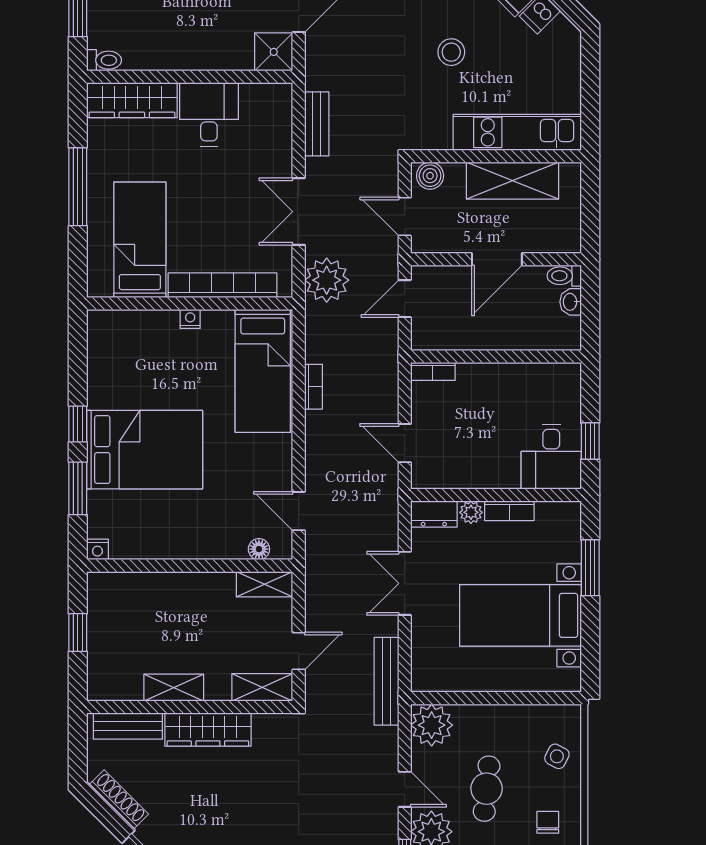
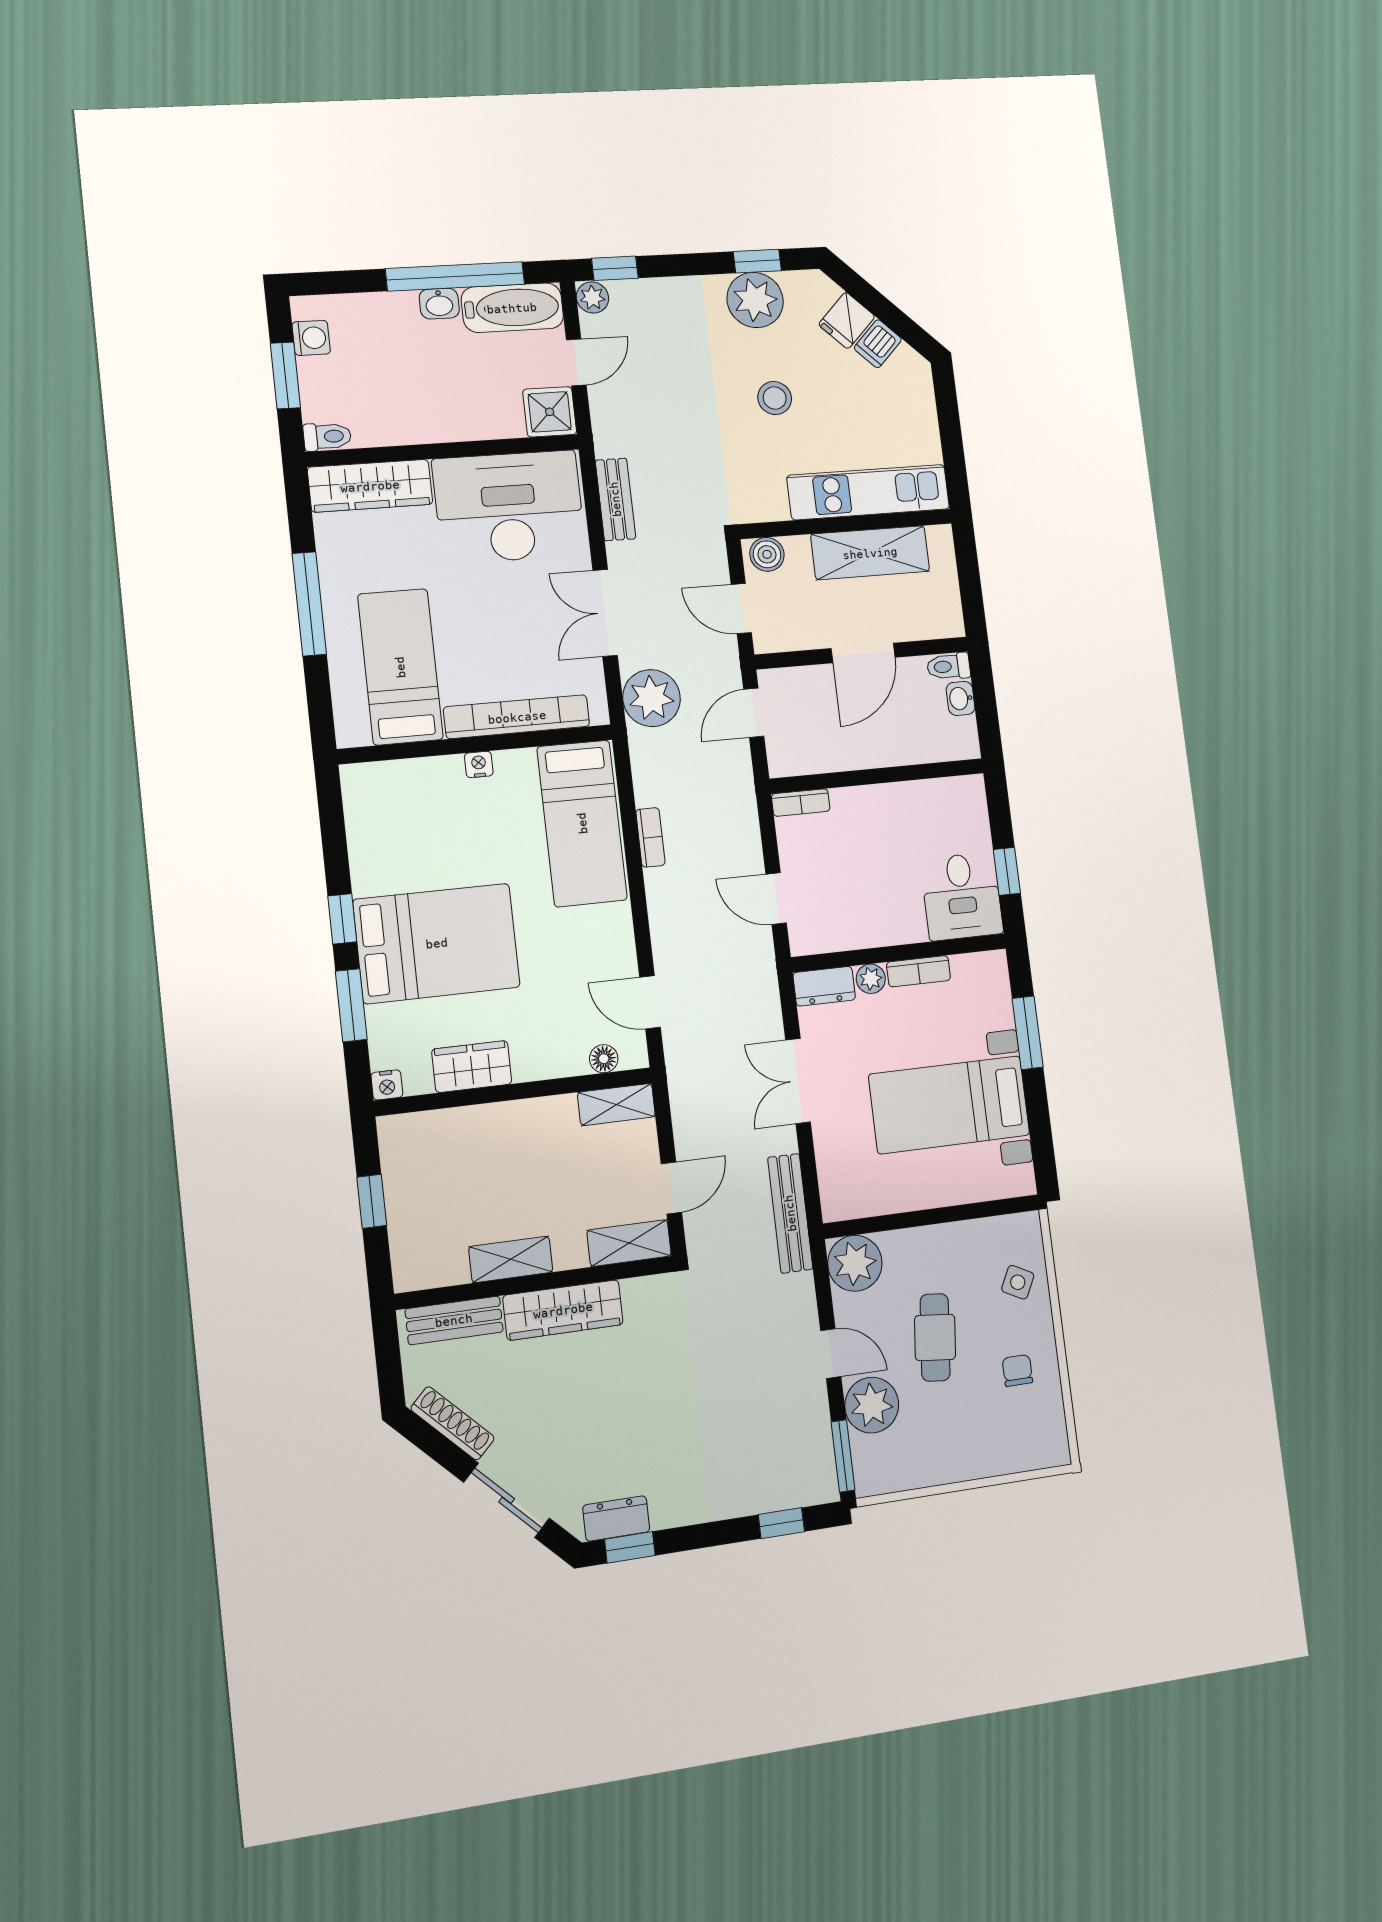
desk: (209, 114) -> (509, 507), width x1.87, depth x1.30
wardrobe: (161, 543) -> (472, 1067), added

